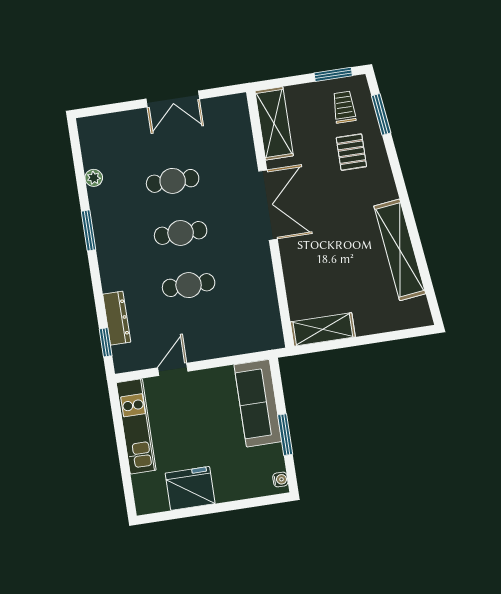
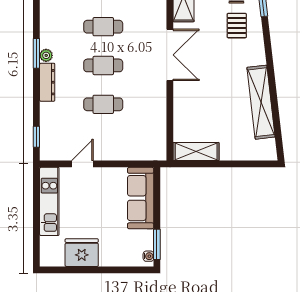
plant: (94, 178) -> (46, 55), moved
dresser: (117, 318) -> (47, 82), moved
window: (285, 435) -> (157, 244), moved

